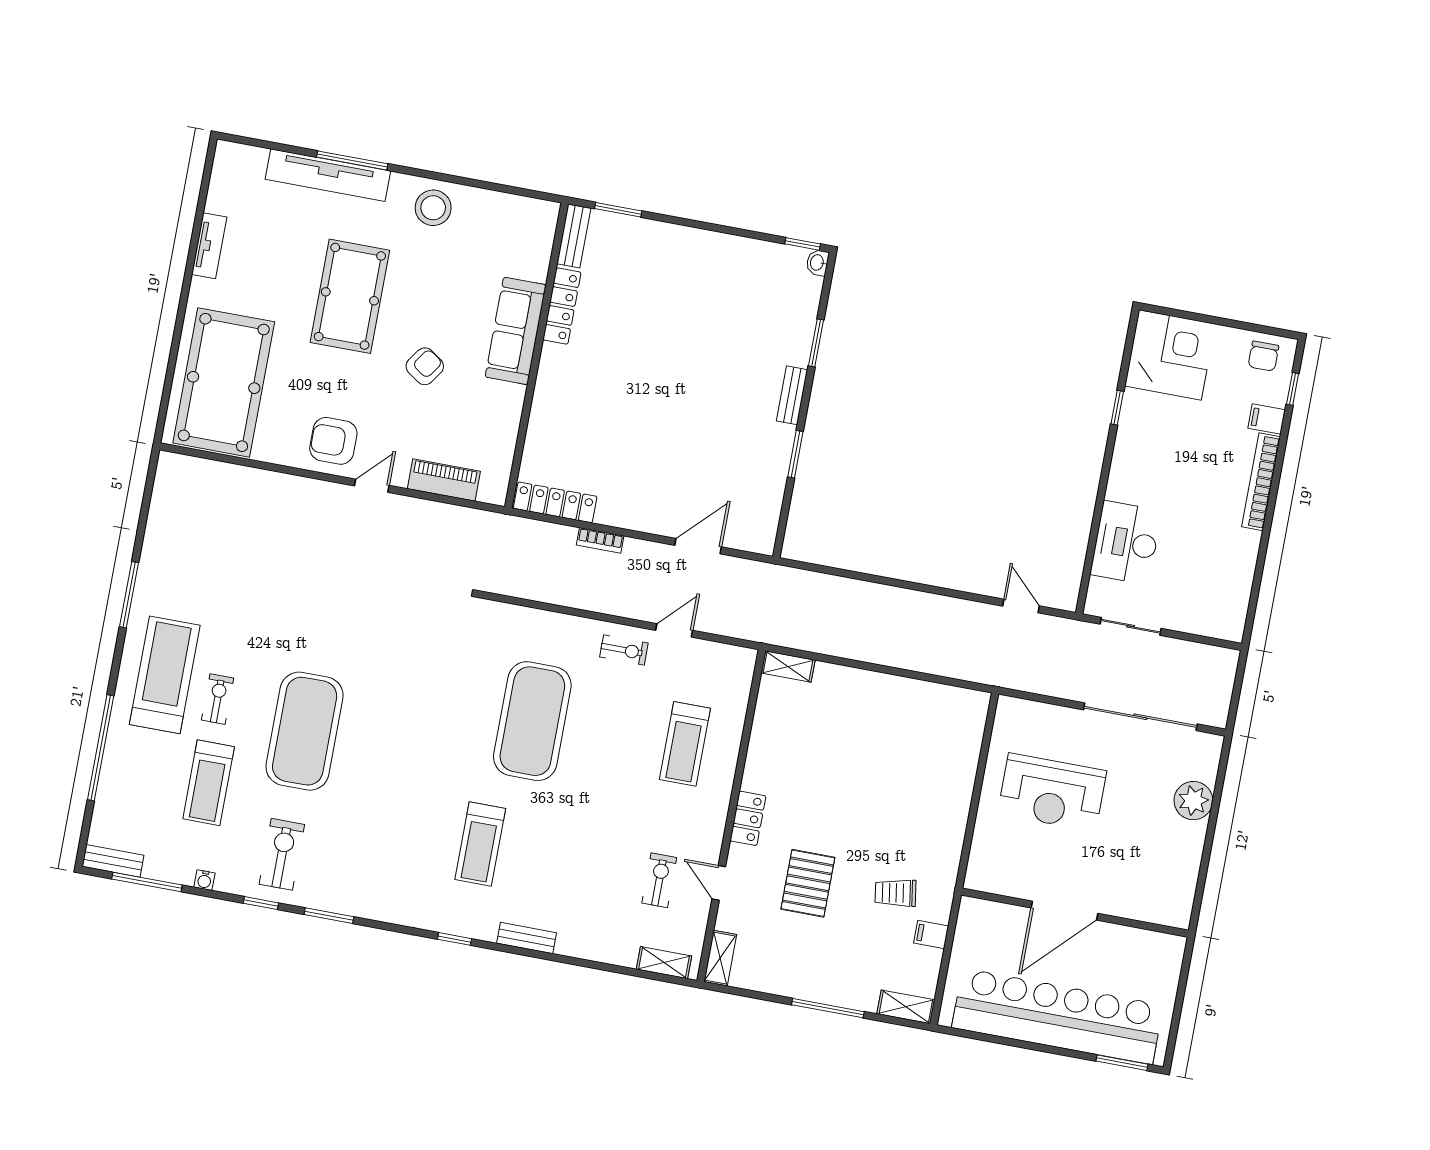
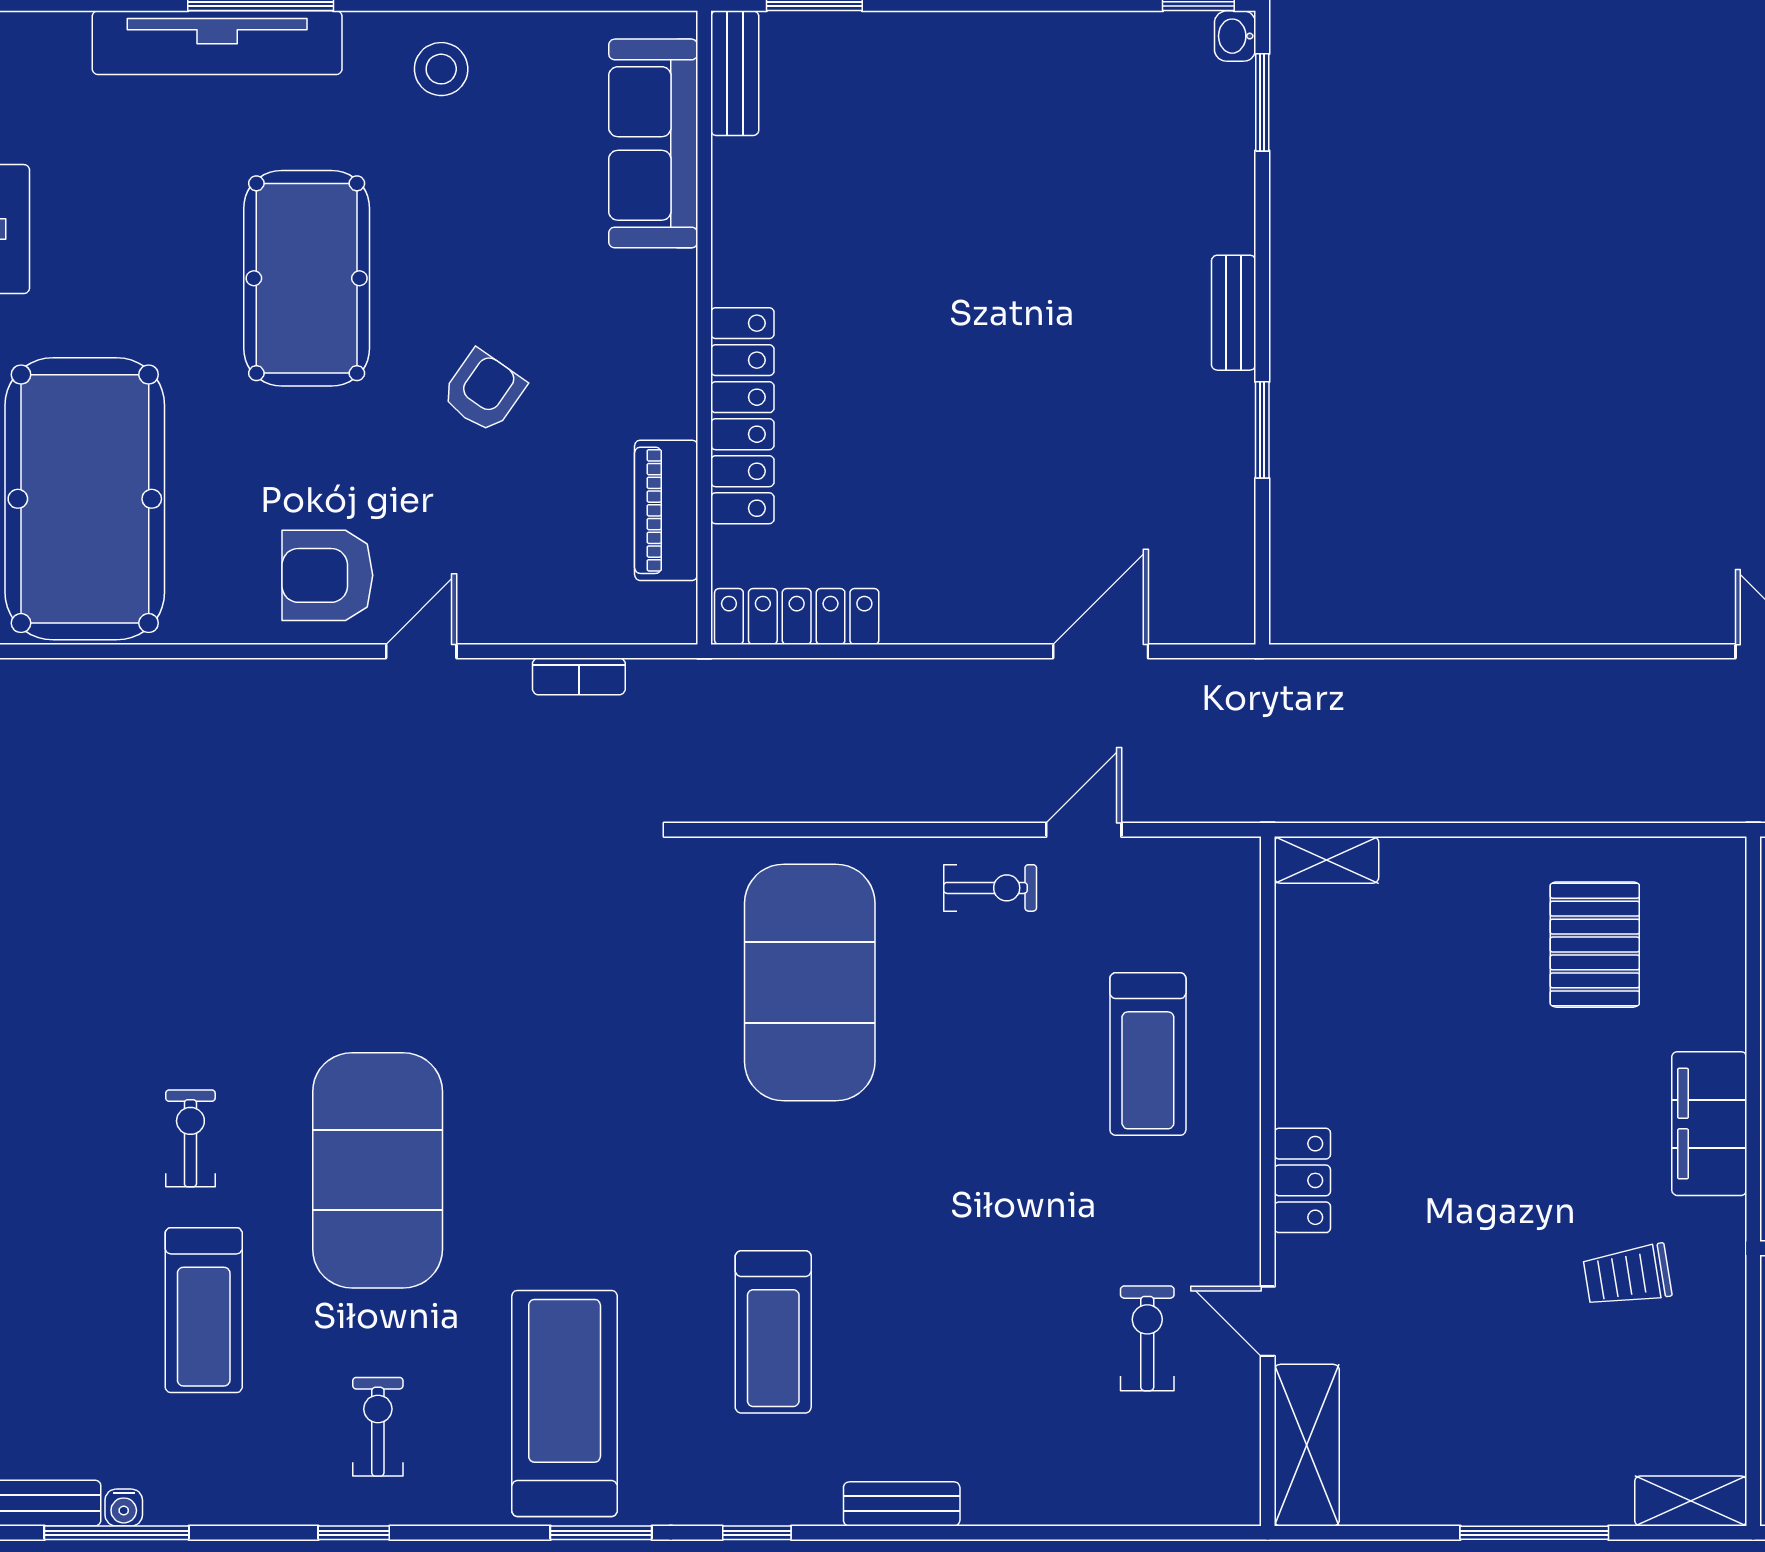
stool: (433, 208) -> (441, 69), width x0.73, depth x0.73
locker: (562, 306) -> (742, 416), moved, width x1.41, depth x1.21
sofa: (516, 331) -> (653, 143), moved
window: (816, 343) -> (1262, 102), moved
piano: (444, 480) -> (666, 510), moved, turned -90
bookcase: (600, 540) -> (579, 676), moved
treadmill: (165, 675) -> (565, 1403), moved
exercise mat: (532, 721) -> (810, 982), moved
exercise bike: (282, 854) -> (378, 1427), width x0.73, depth x0.72
water cooler: (204, 880) -> (124, 1508), moved
pallet: (808, 883) -> (1595, 945), moved
window: (329, 916) -> (601, 1533), moved
filing cabinet: (931, 934) -> (1709, 1124), moved, width x3.00, depth x1.17
shelving: (720, 958) -> (1307, 1445), width x1.50, depth x1.33
shelving: (664, 963) -> (1187, 1502), removed

